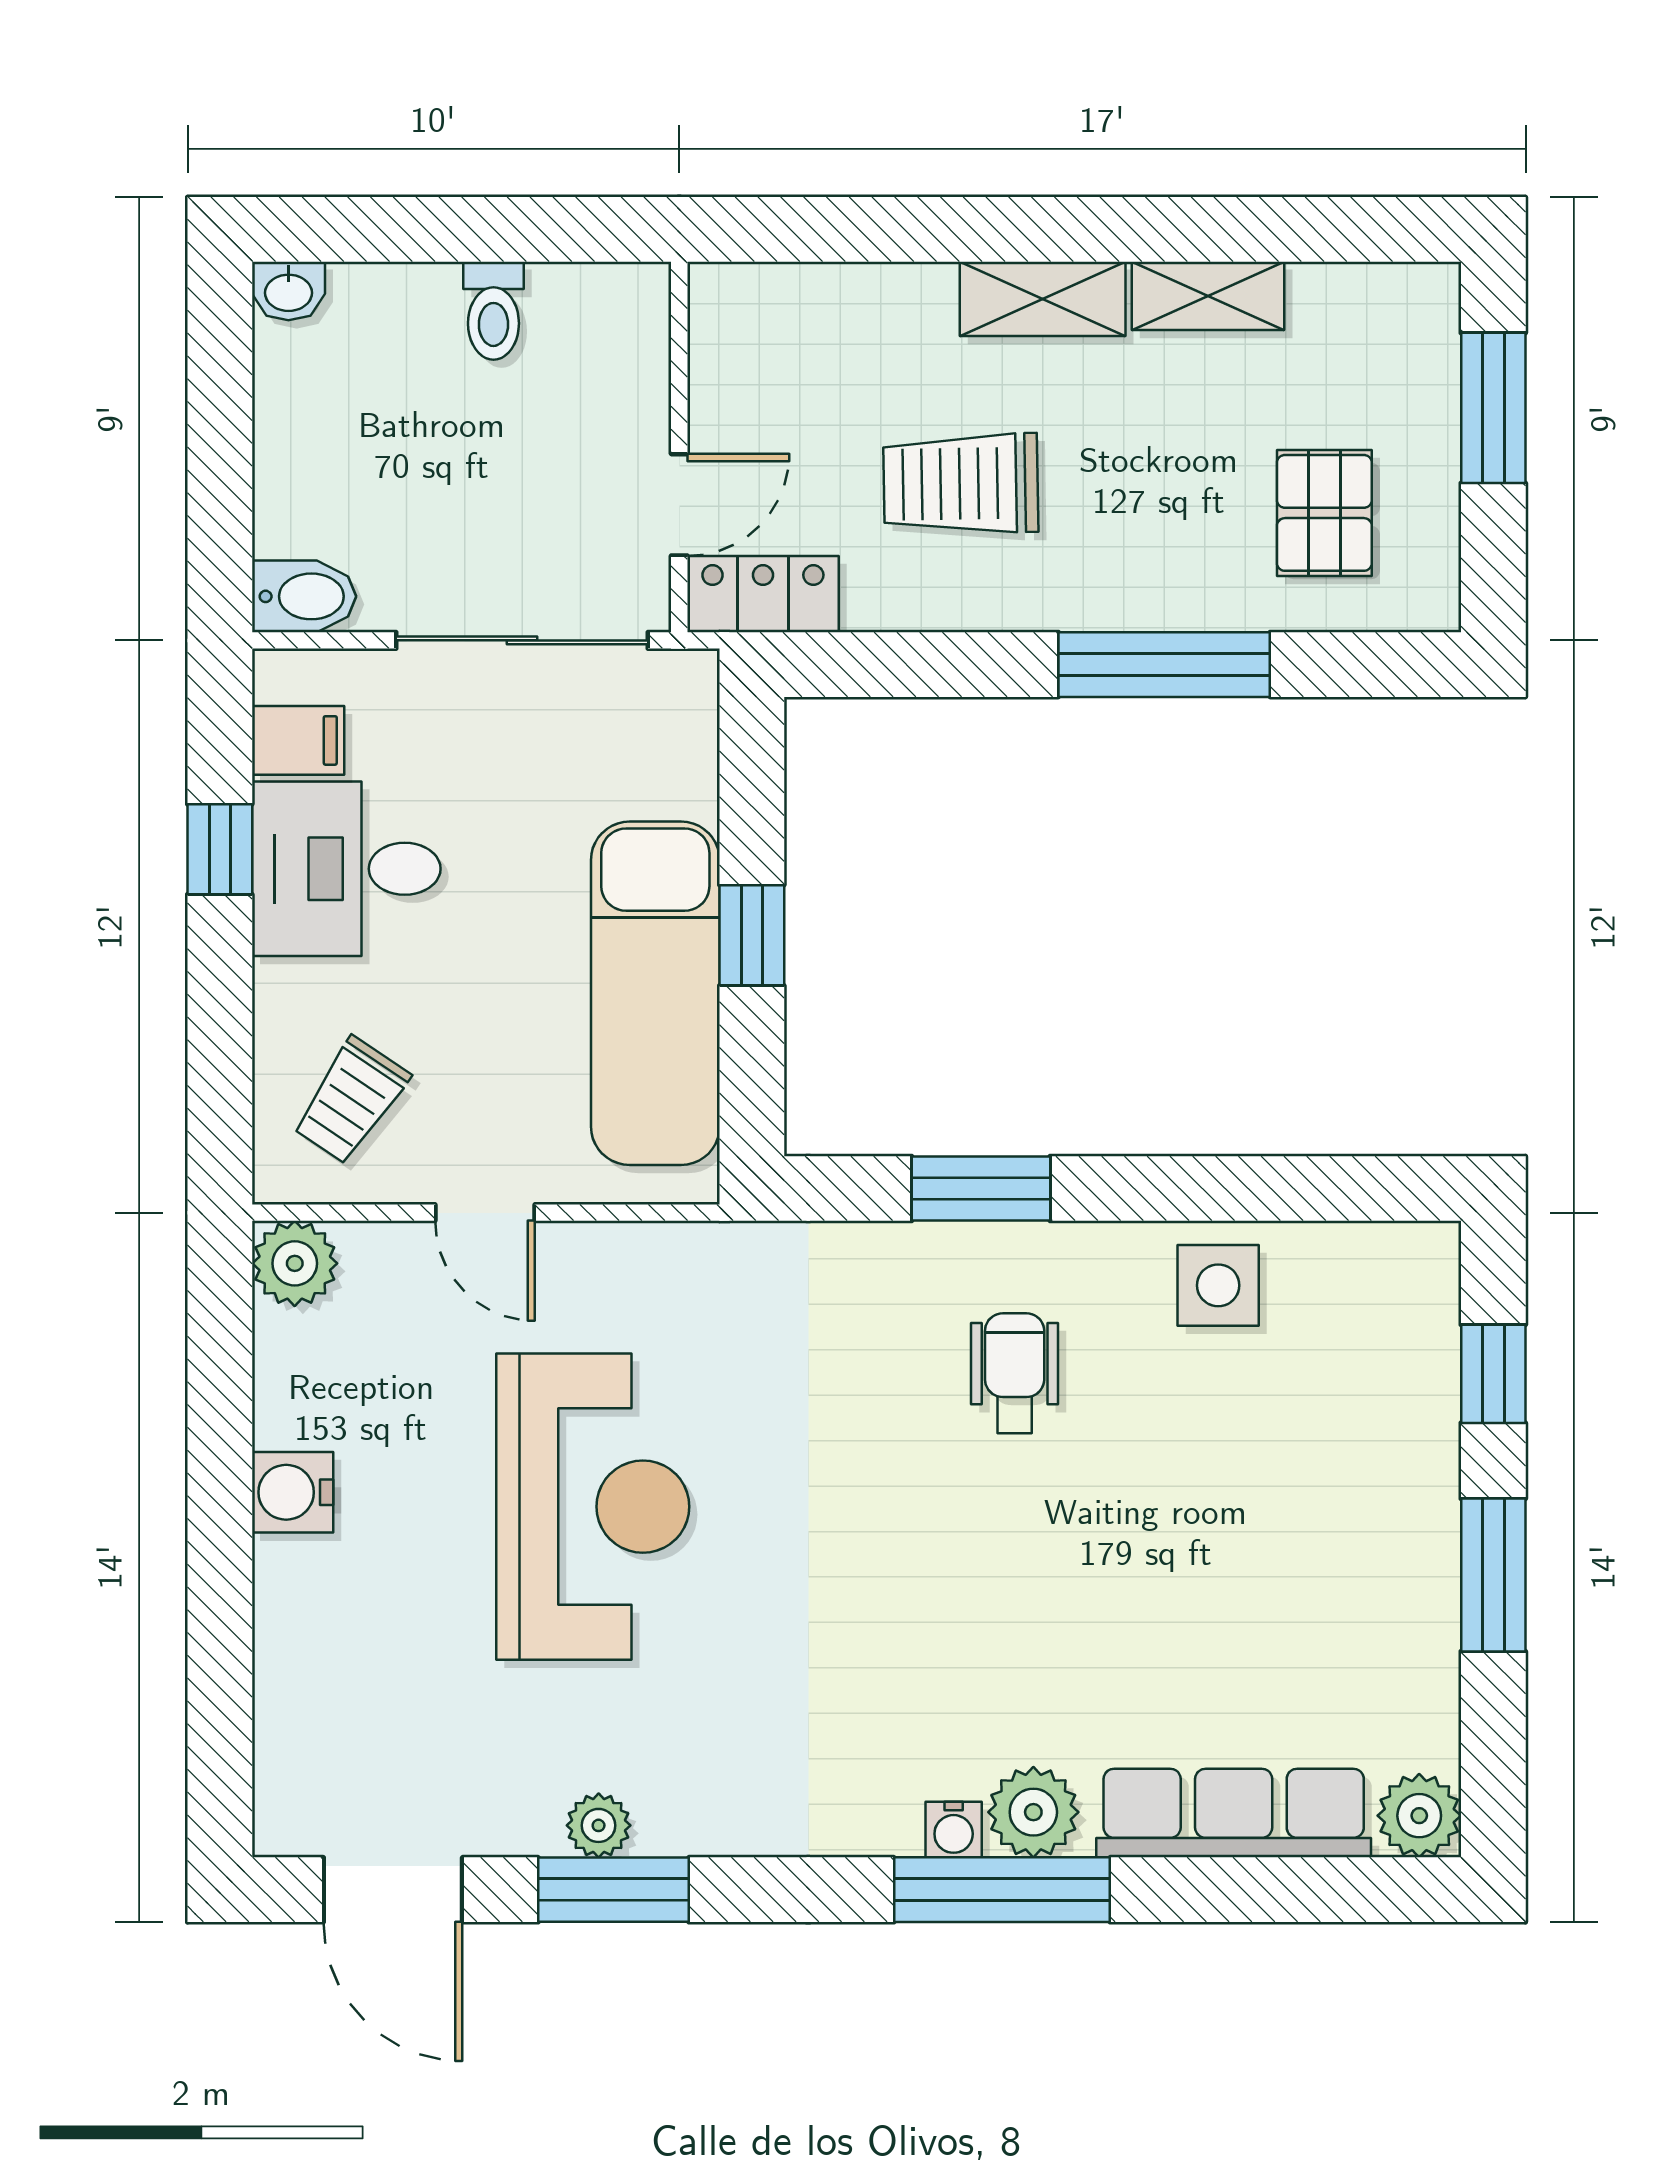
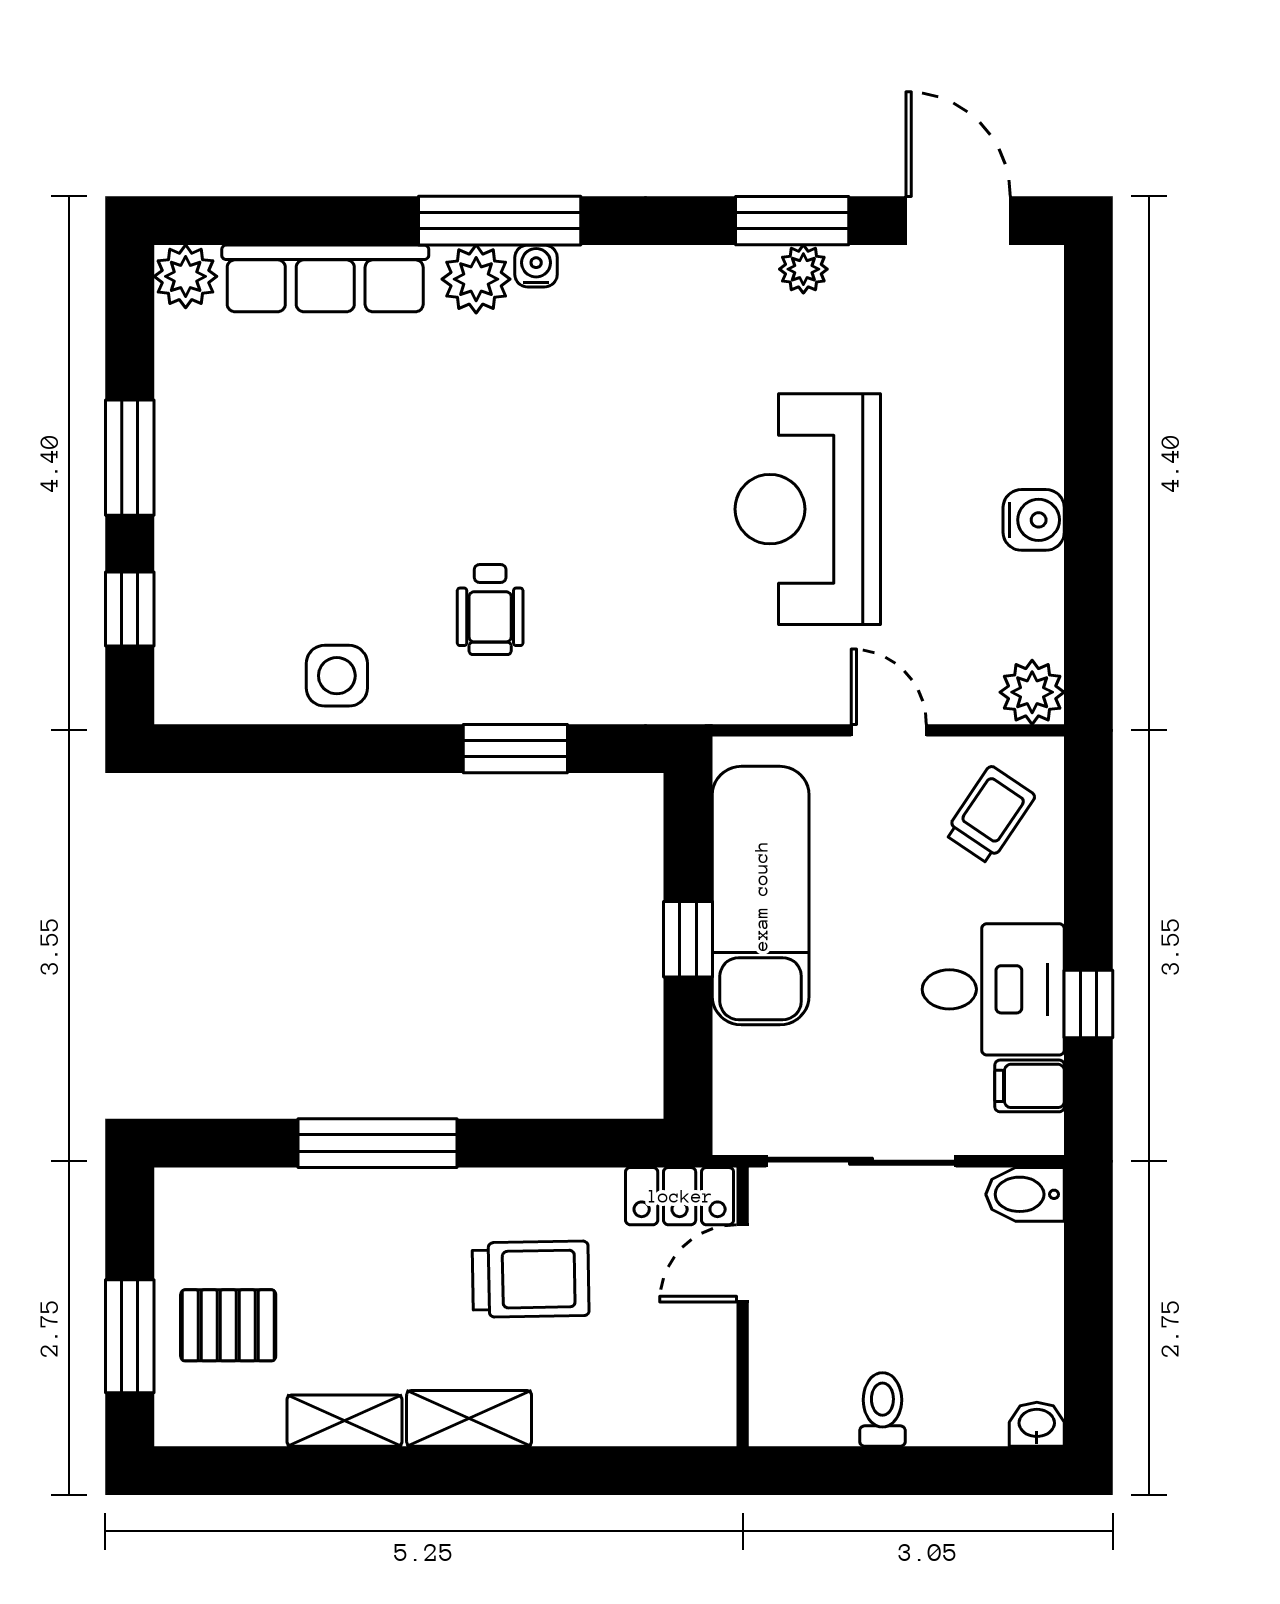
pallet: (1324, 513) -> (228, 1325), moved, turned 90

